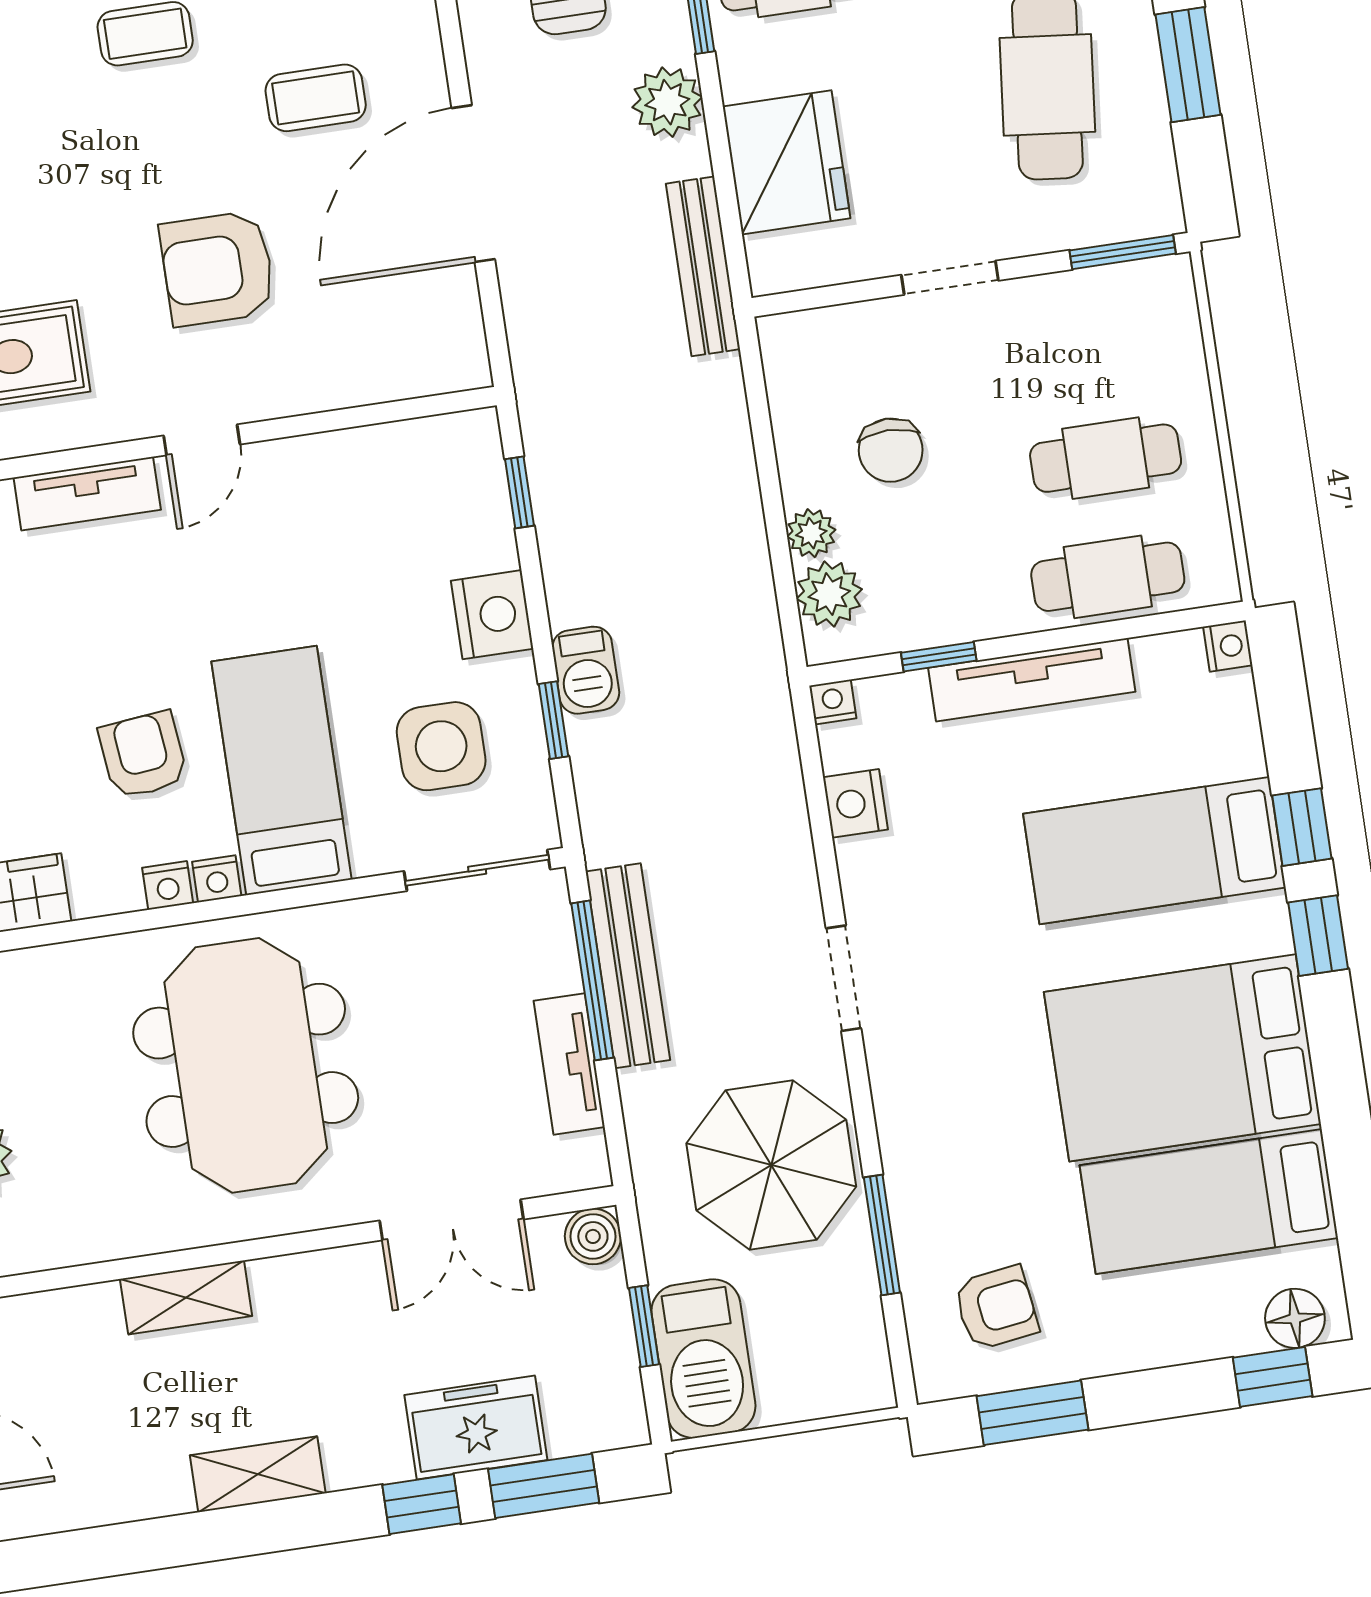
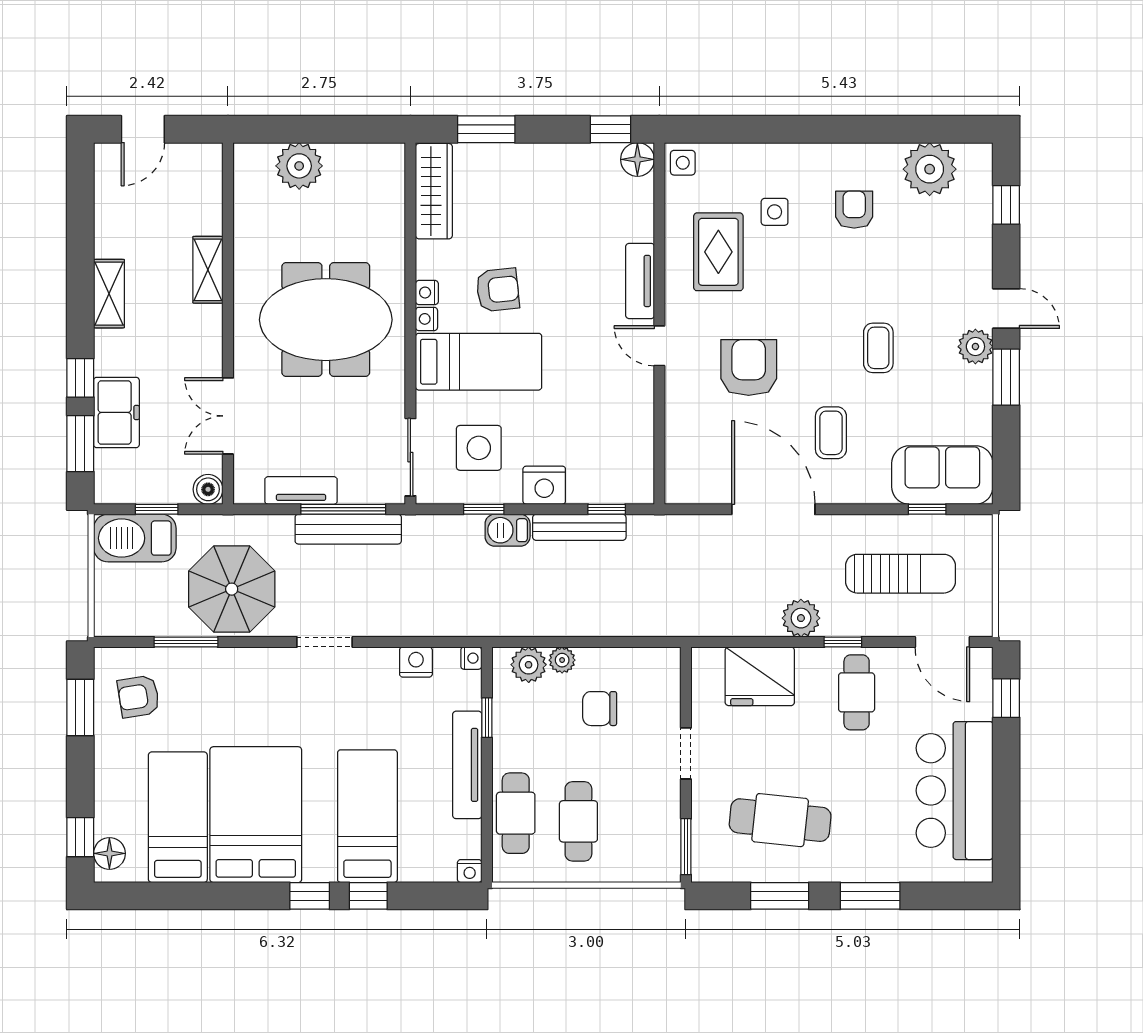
bench: (703, 266) -> (579, 527), moved
armchair: (996, 1308) -> (139, 697), turned 89

